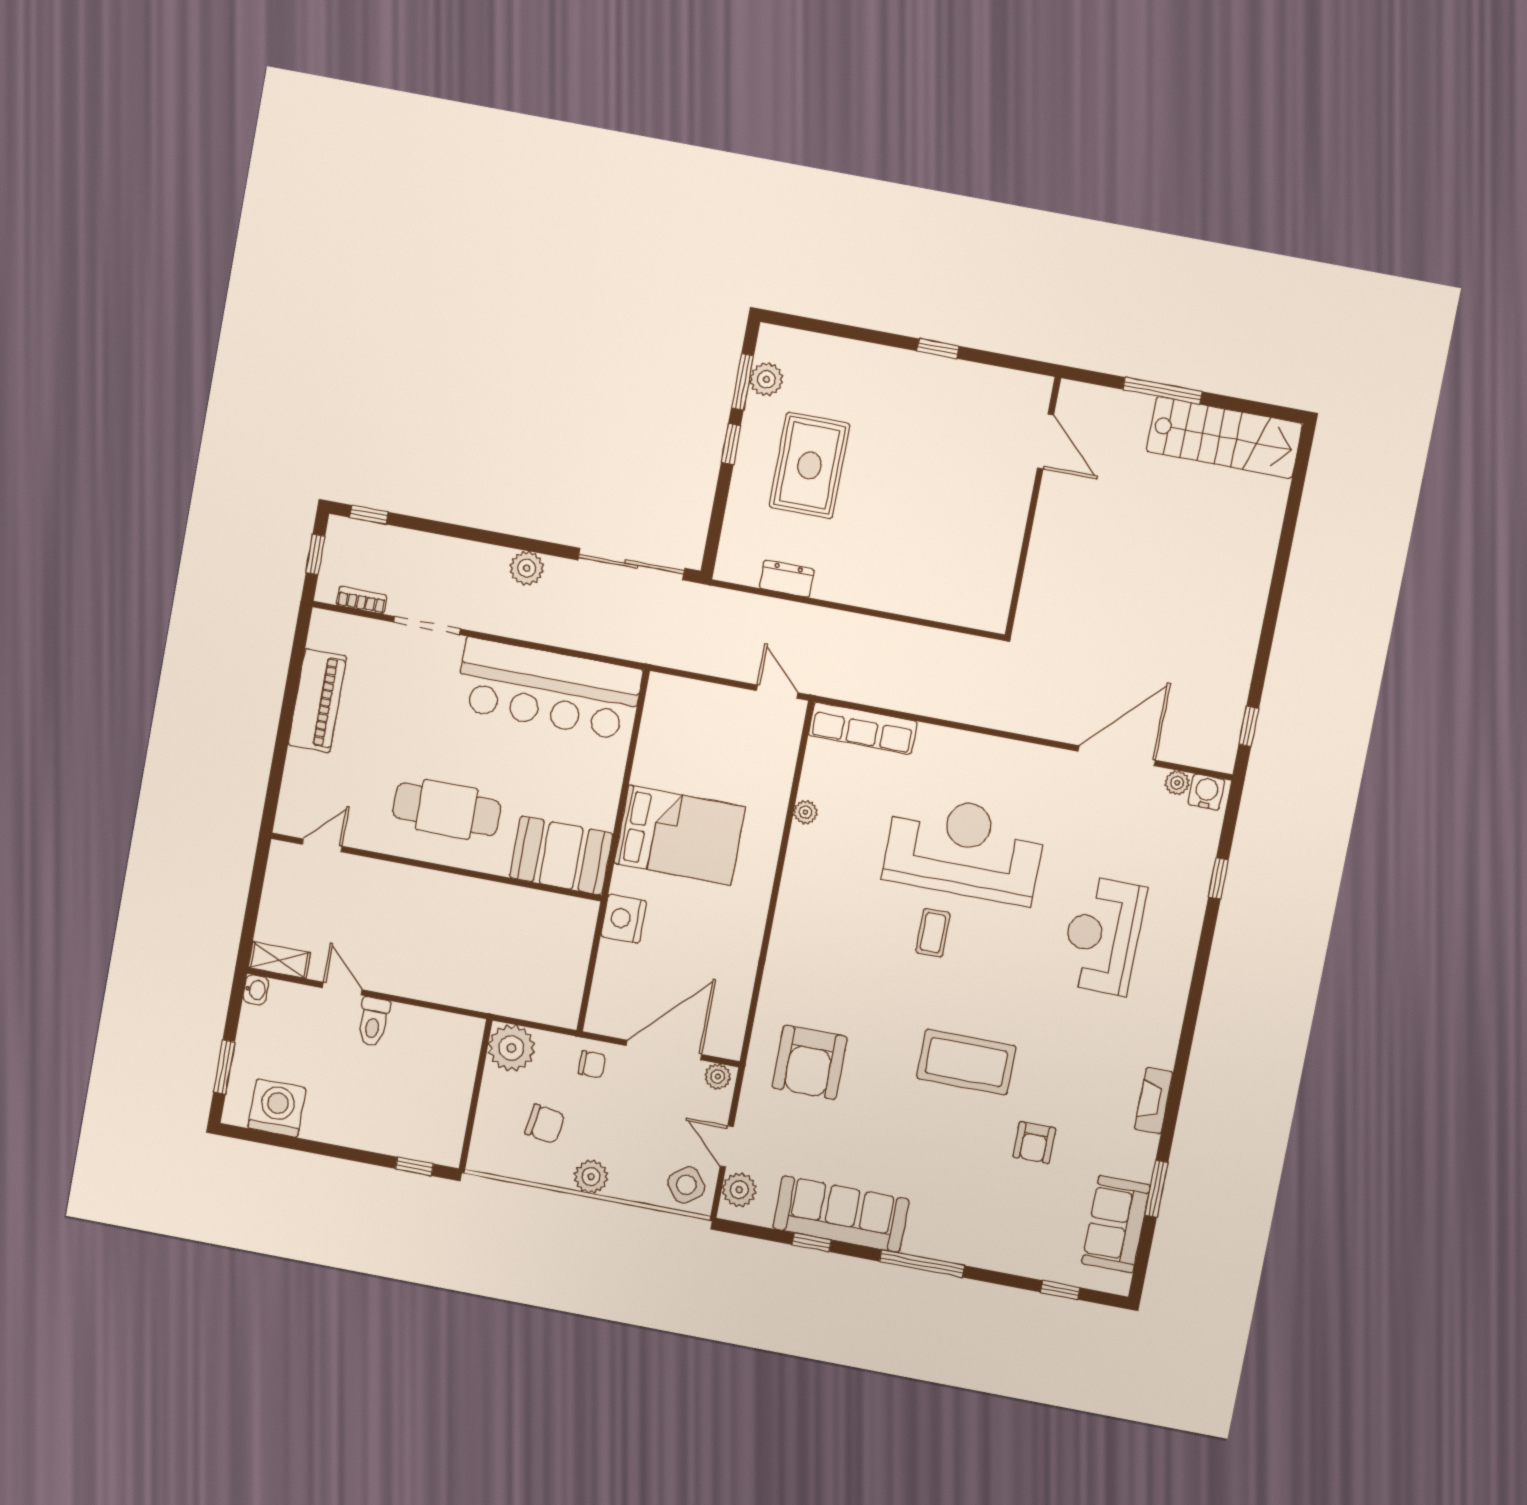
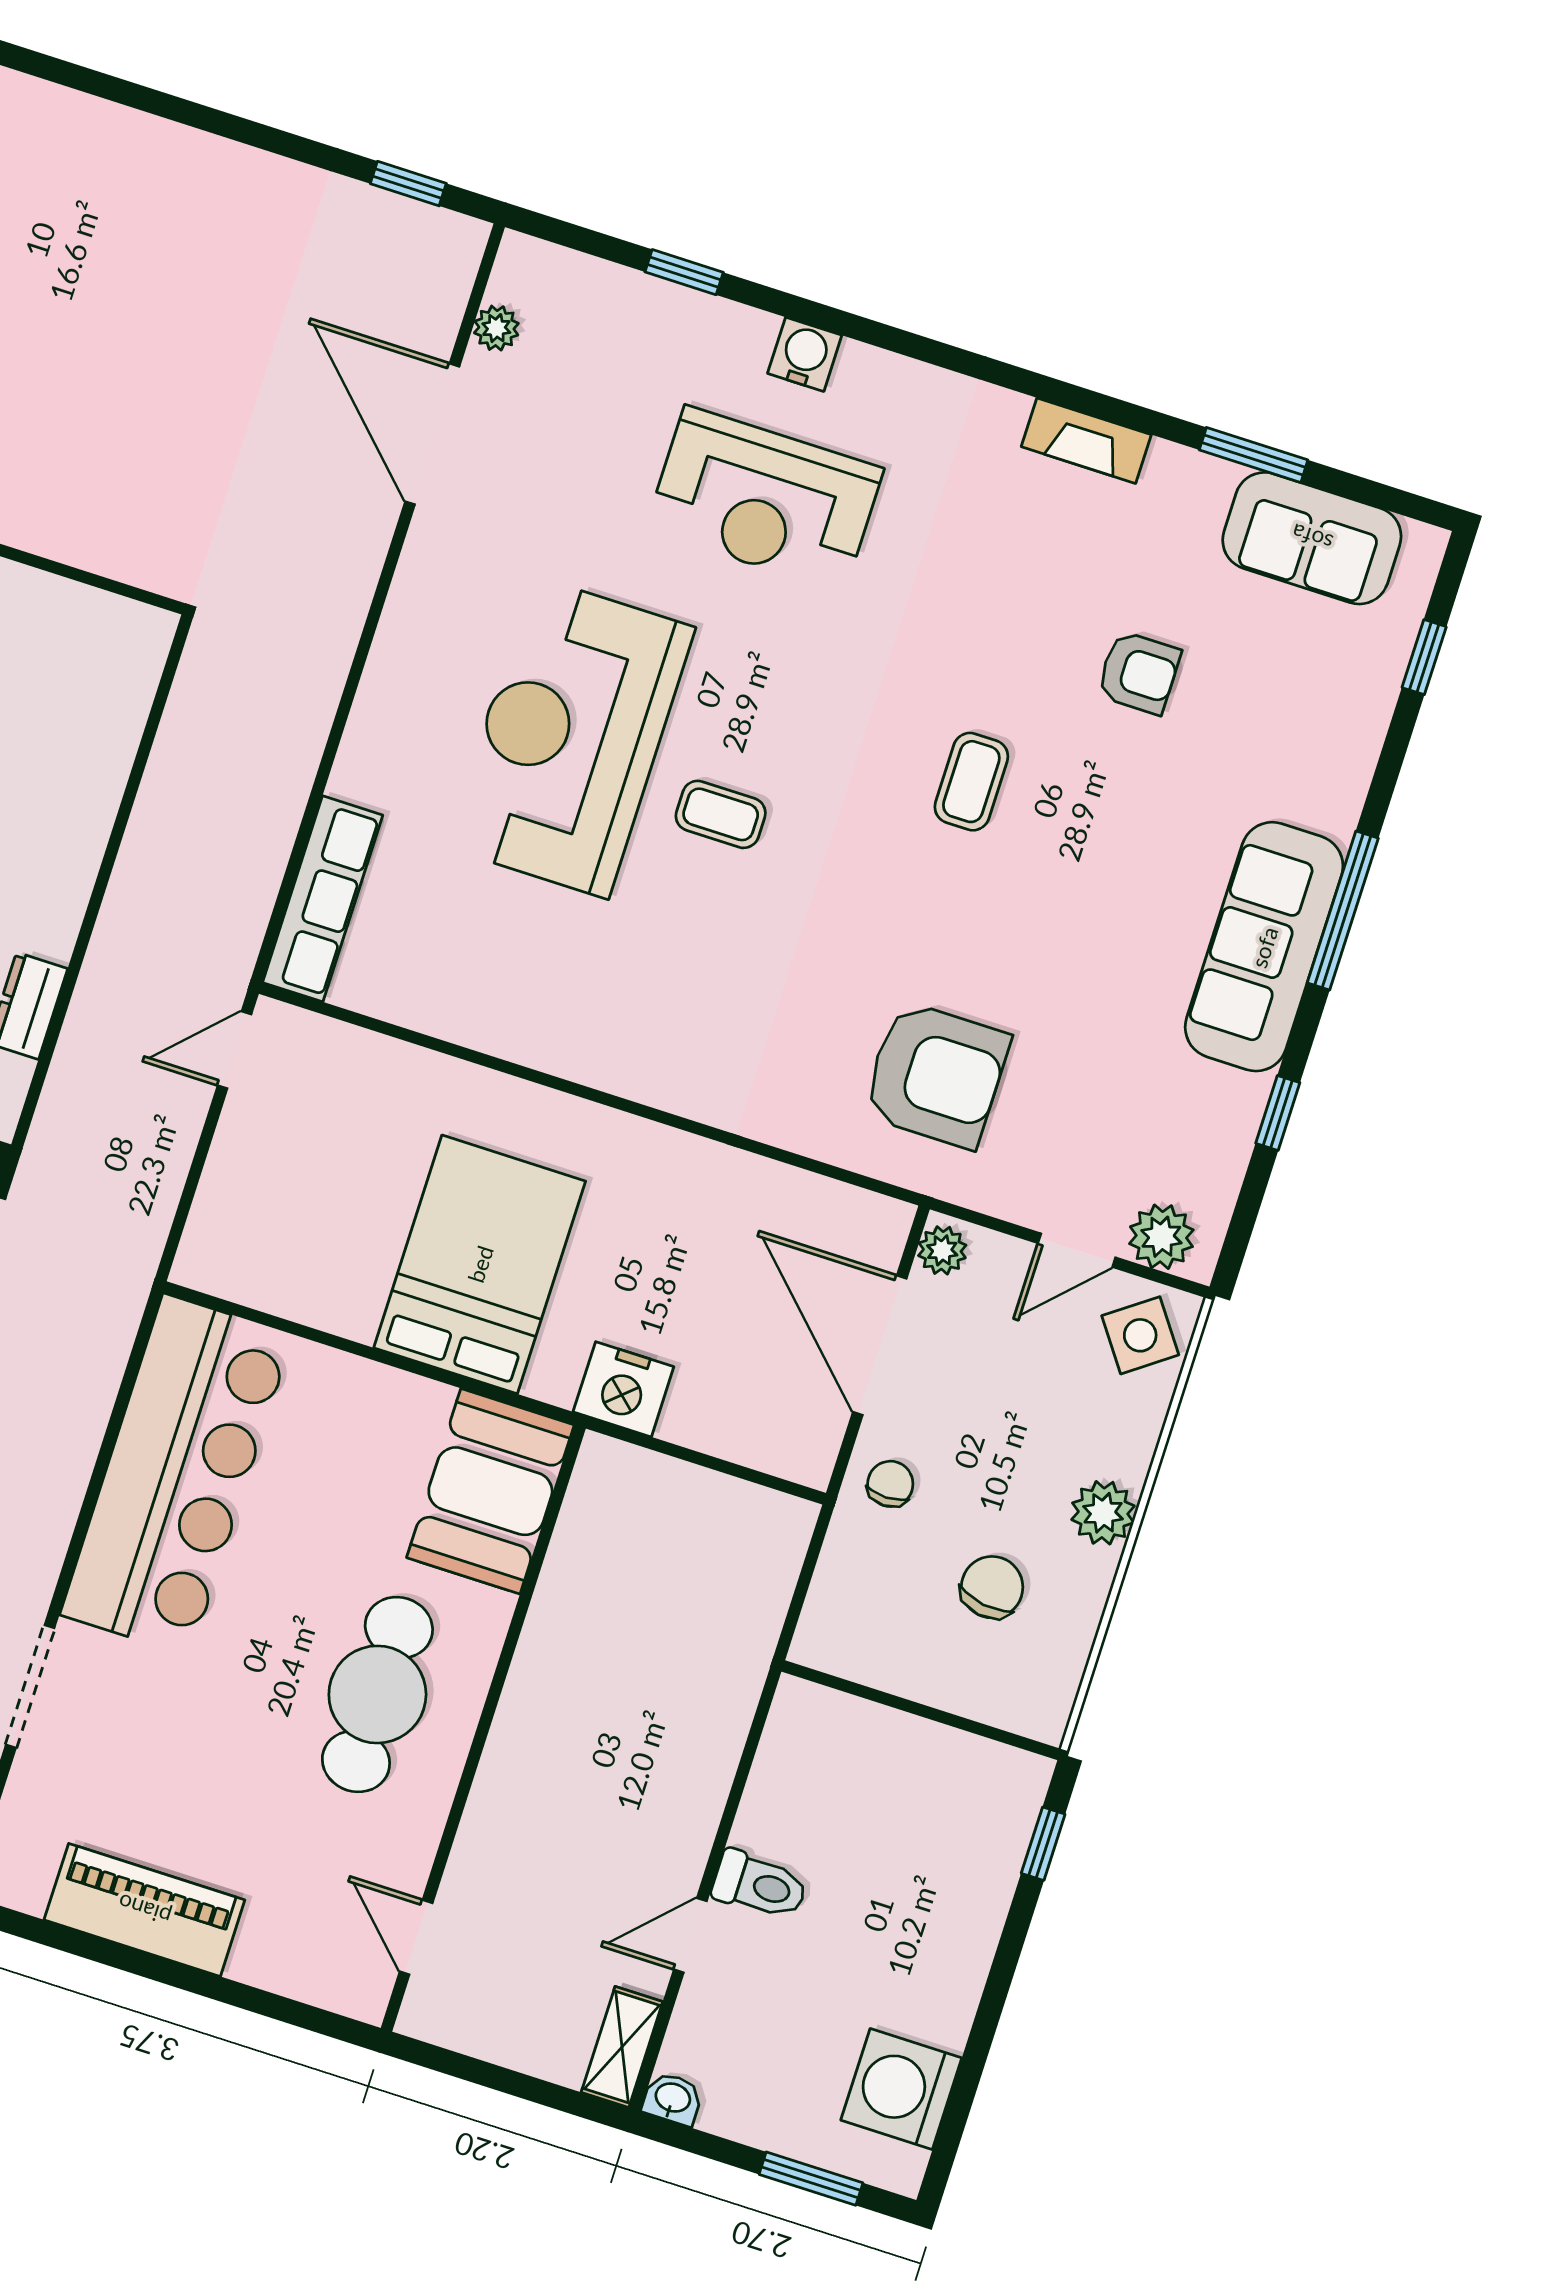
water cooler: (1206, 792) -> (805, 354), moved, turned 90
plant: (805, 812) -> (466, 1025), removed
plant: (511, 1048) -> (841, 1631), removed
coffee table: (966, 1062) -> (971, 782), width x0.54, depth x0.58
sofa: (841, 1214) -> (1264, 947), moved

